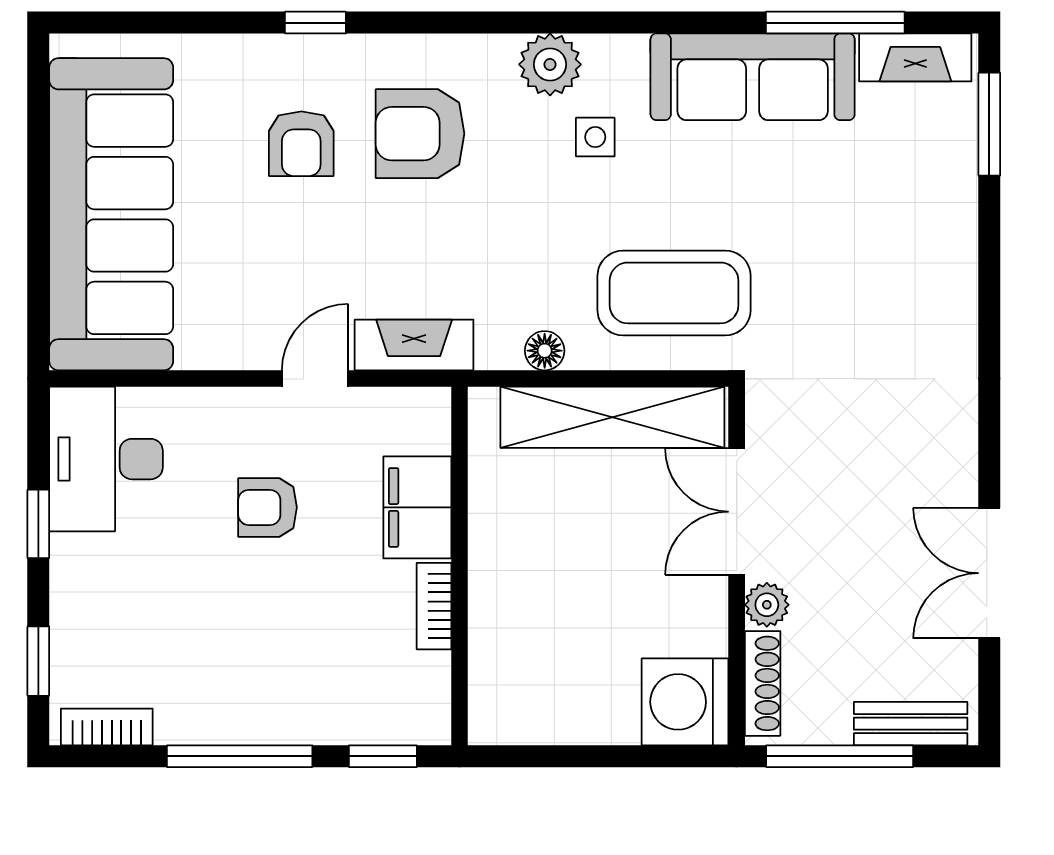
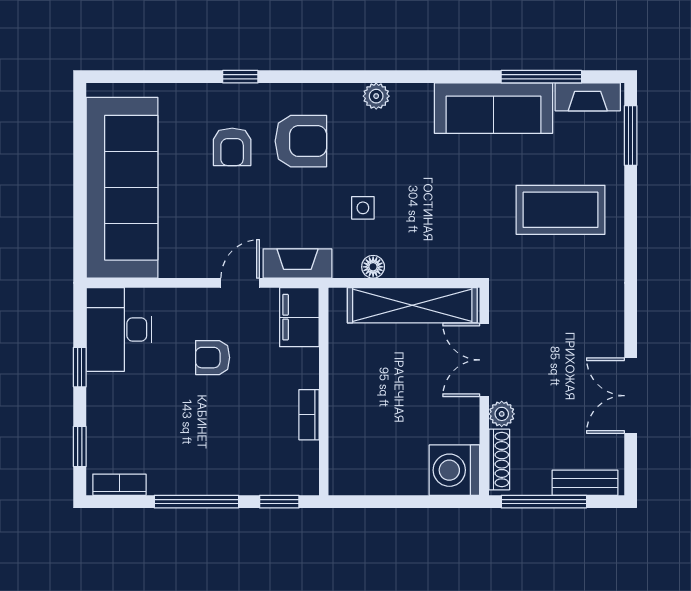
plant: (550, 64) -> (376, 96), width x0.73, depth x0.73
armchair: (420, 134) -> (301, 141), turned 180
side table: (595, 137) -> (363, 208), moved
coffee table: (674, 293) -> (560, 210), moved
filing cabinet: (417, 507) -> (299, 317), moved

